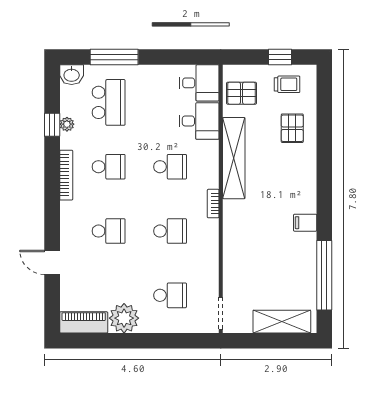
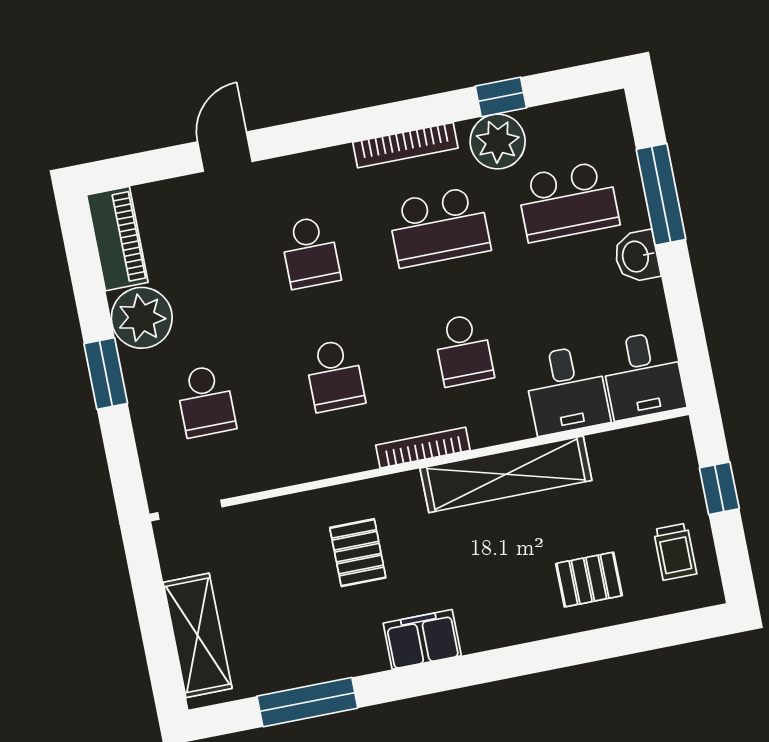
window: (280, 57) -> (719, 488), moved
washbasin: (72, 75) -> (637, 256), moved
pallet: (242, 93) -> (358, 553), moved
plant: (67, 124) -> (498, 141), width x1.87, depth x1.87
school desk: (109, 167) -> (439, 227), width x1.85
bookcase: (213, 204) -> (423, 448), width x1.56
filing cabinet: (305, 223) -> (422, 639), width x2.00
window: (324, 275) -> (307, 702), width x0.68
window: (147, 341) -> (106, 374), added

